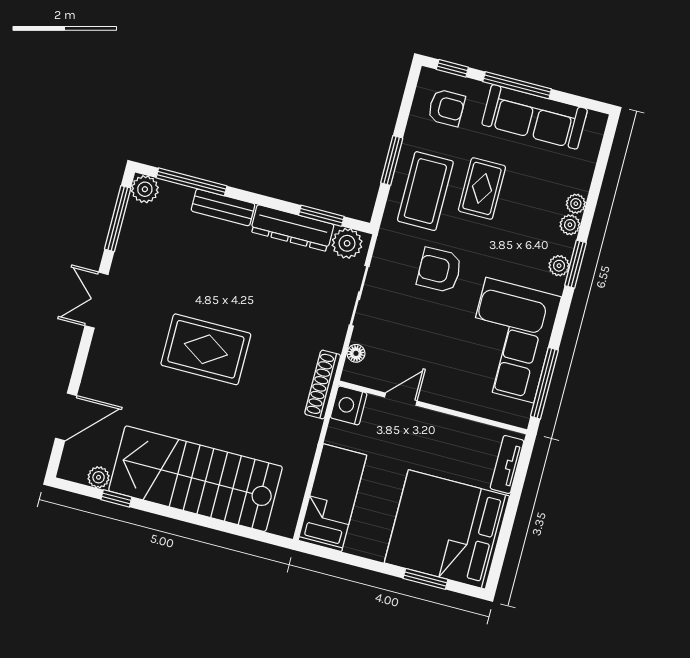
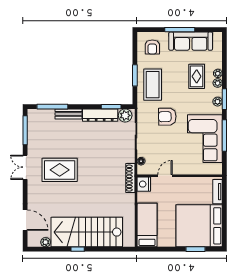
window: (452, 68) -> (150, 30), removed
armchair: (446, 108) -> (152, 47), turned 90
rug: (482, 188) -> (197, 76), moved
plant: (145, 189) -> (33, 115), removed
rug: (206, 349) -> (60, 170), moved
window: (544, 383) -> (224, 135), moved
door: (66, 417) -> (25, 220), hinge flipped
window: (116, 498) -> (78, 249), moved

